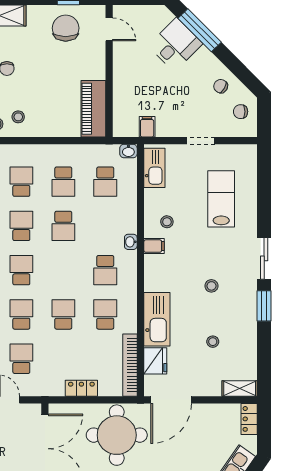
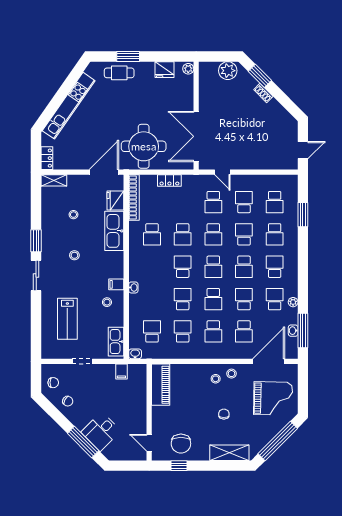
school desk: (105, 270) -> (183, 267), moved

